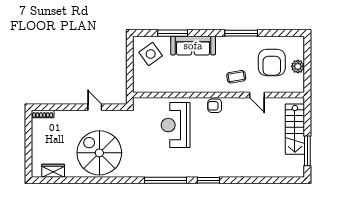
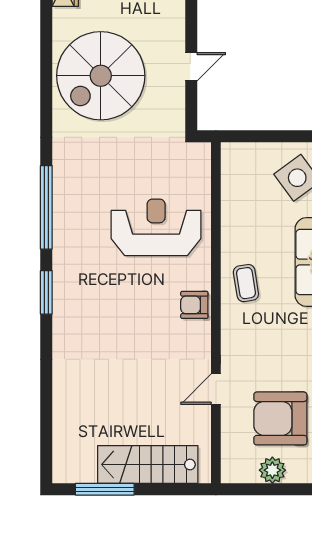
coffee table: (236, 77) -> (246, 283), moved
armchair: (215, 106) -> (194, 305), turned -90
spiral stairs: (99, 153) -> (101, 76), turned 180

